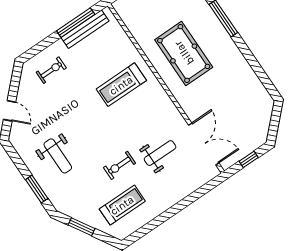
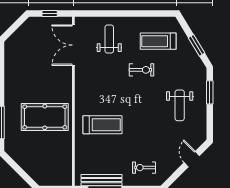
pool table: (184, 53) -> (45, 117), turned 90
weight bench: (160, 153) -> (109, 39), moved, turned 90
weight bench: (58, 156) -> (180, 105), turned 180

